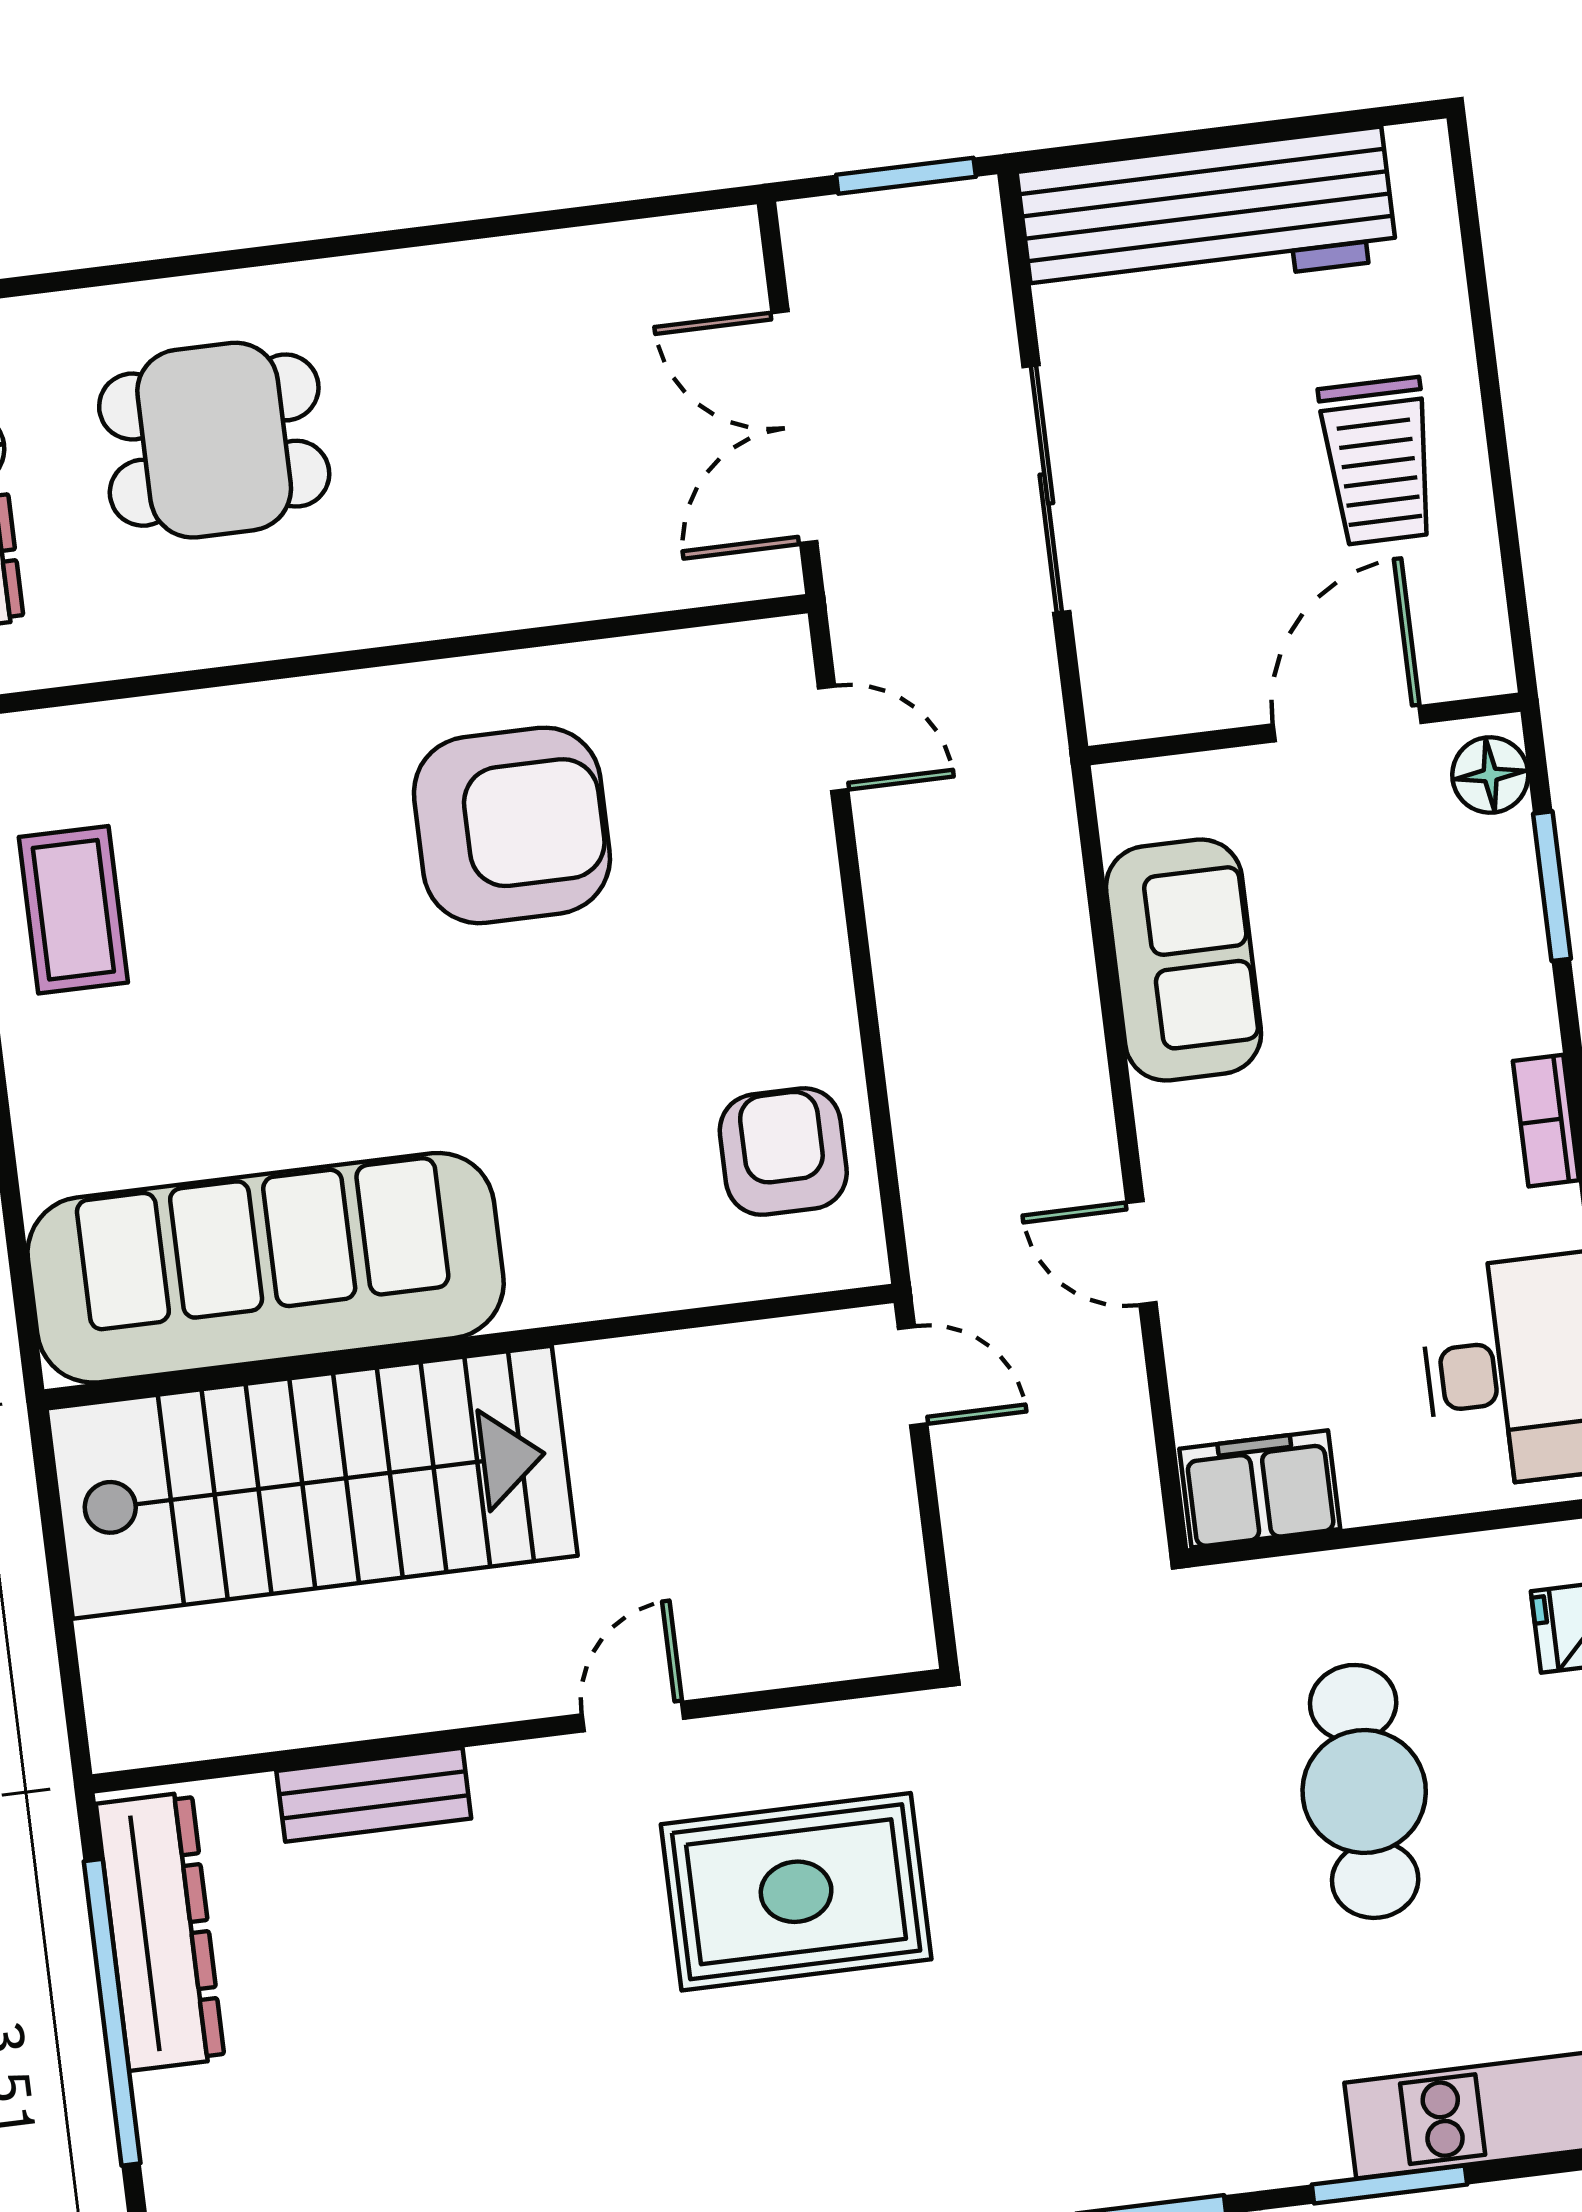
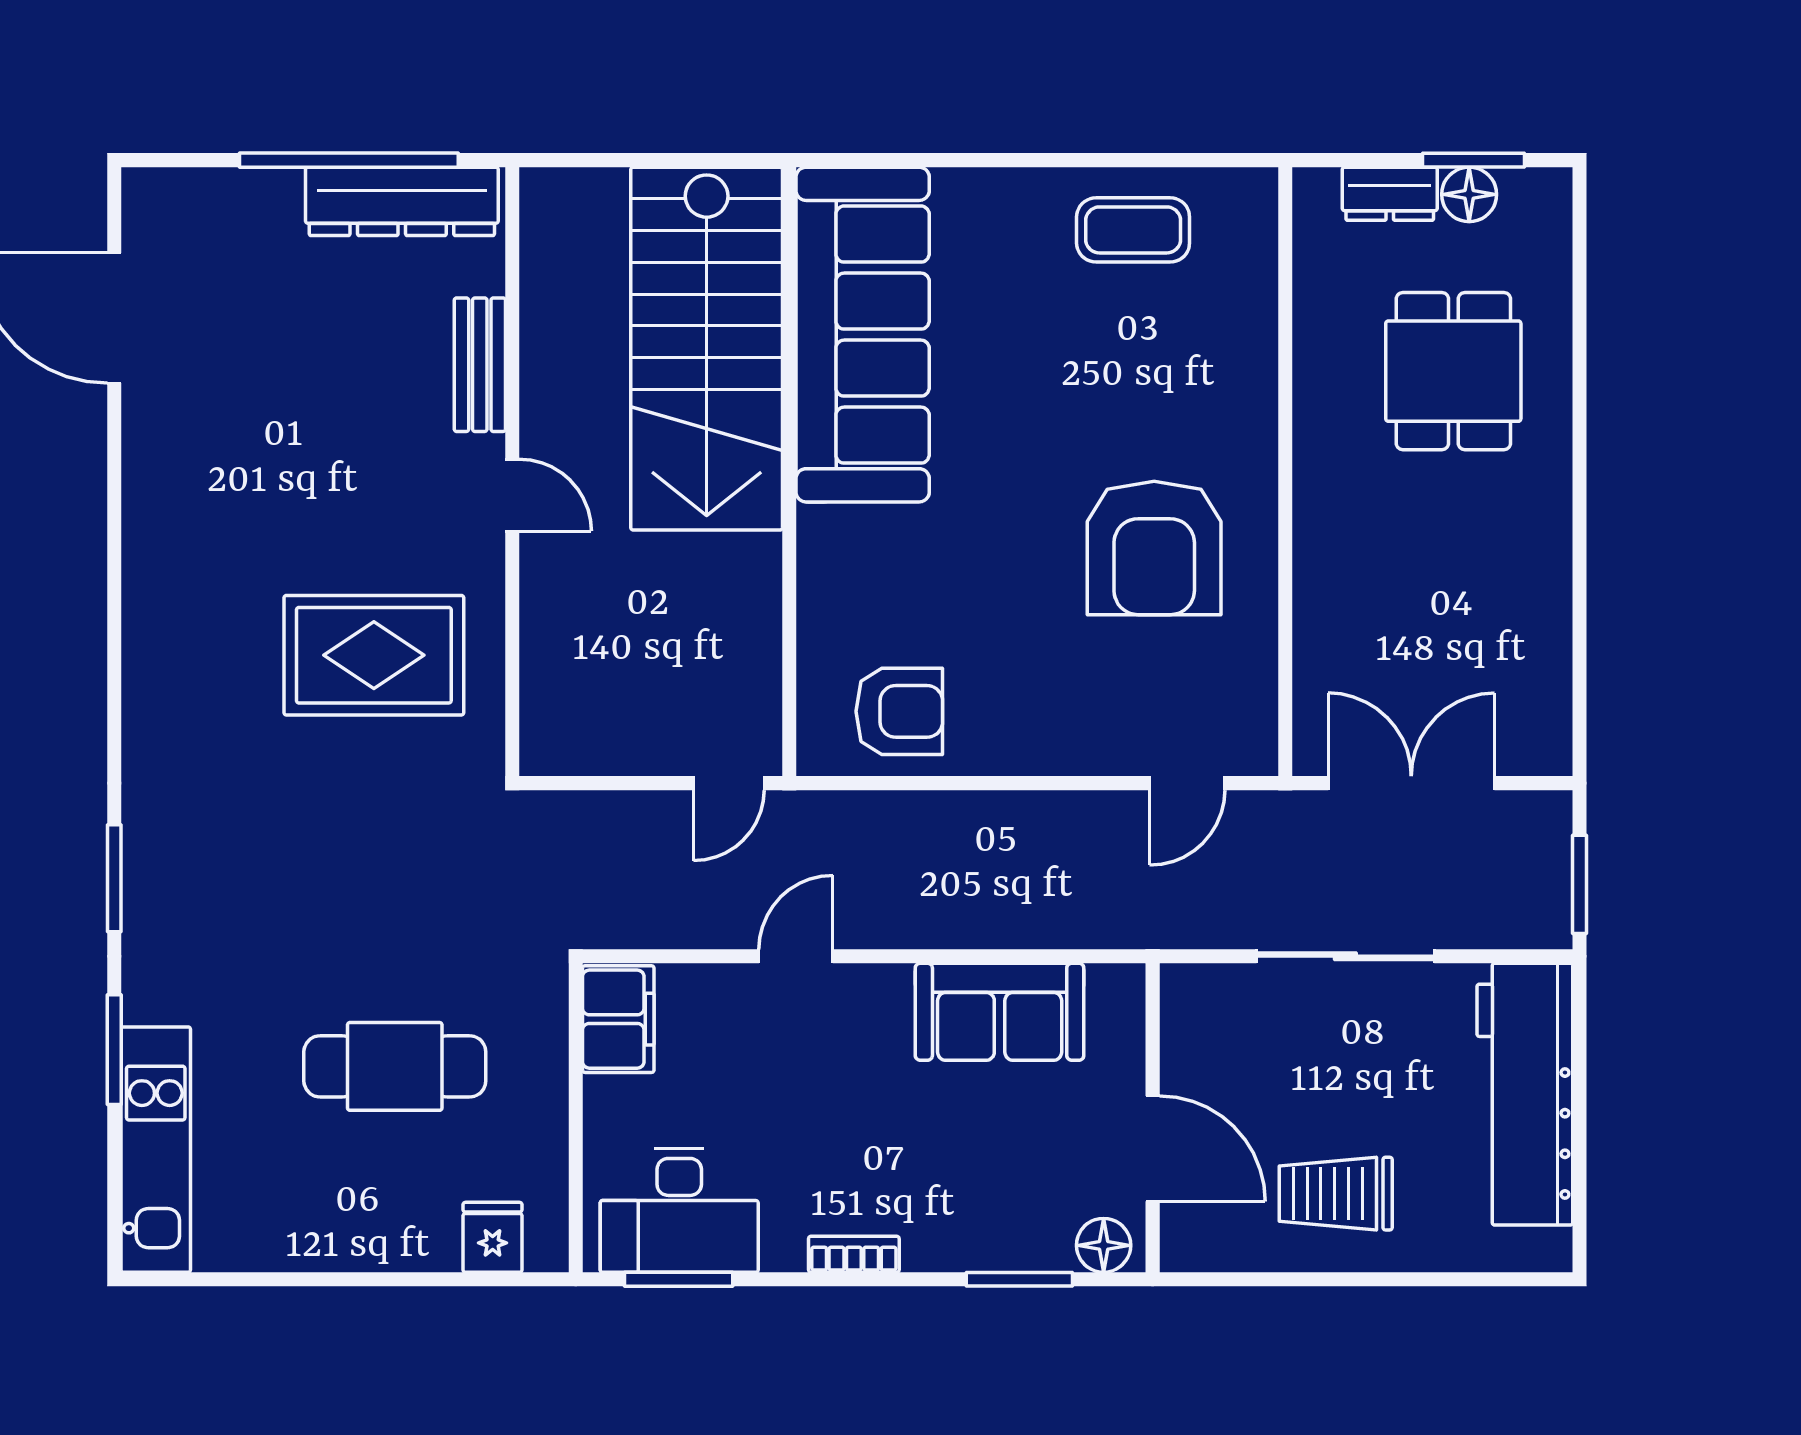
door: (633, 1717) -> (512, 495), moved
rug: (796, 1892) -> (374, 655), turned 90

